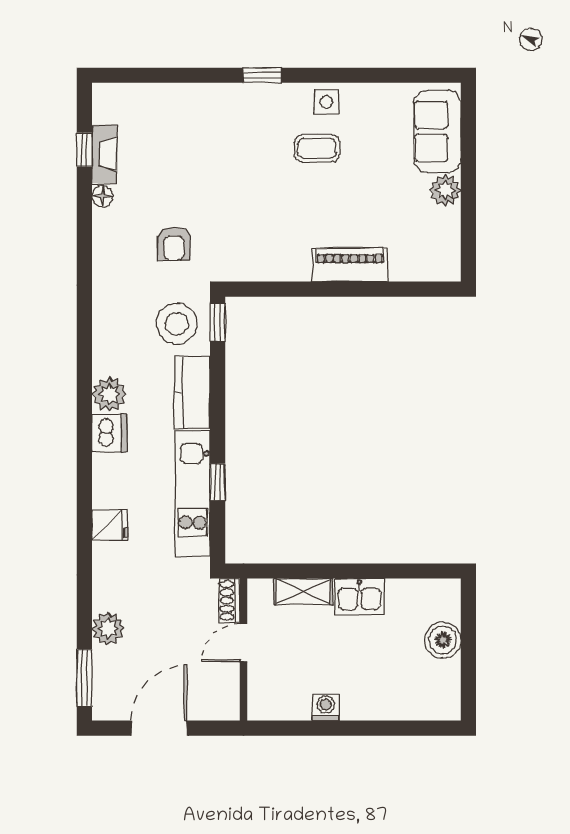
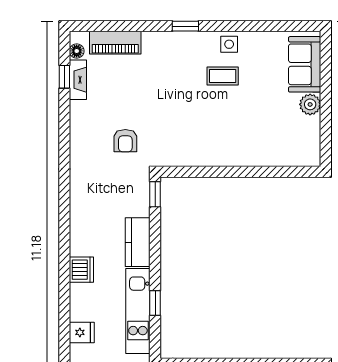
floor lamp: (103, 196) -> (77, 51), moved
piano: (350, 265) -> (115, 43), moved, turned 180
stool: (177, 324) -> (127, 195), removed
plant: (109, 394) -> (81, 243), removed

